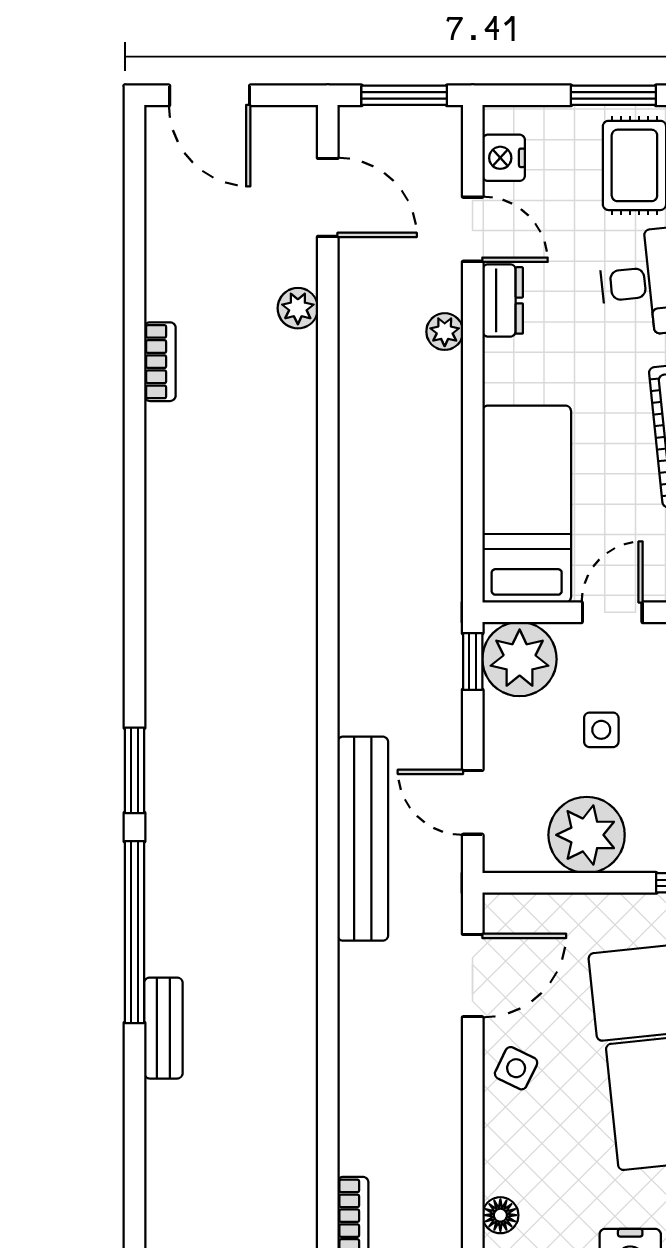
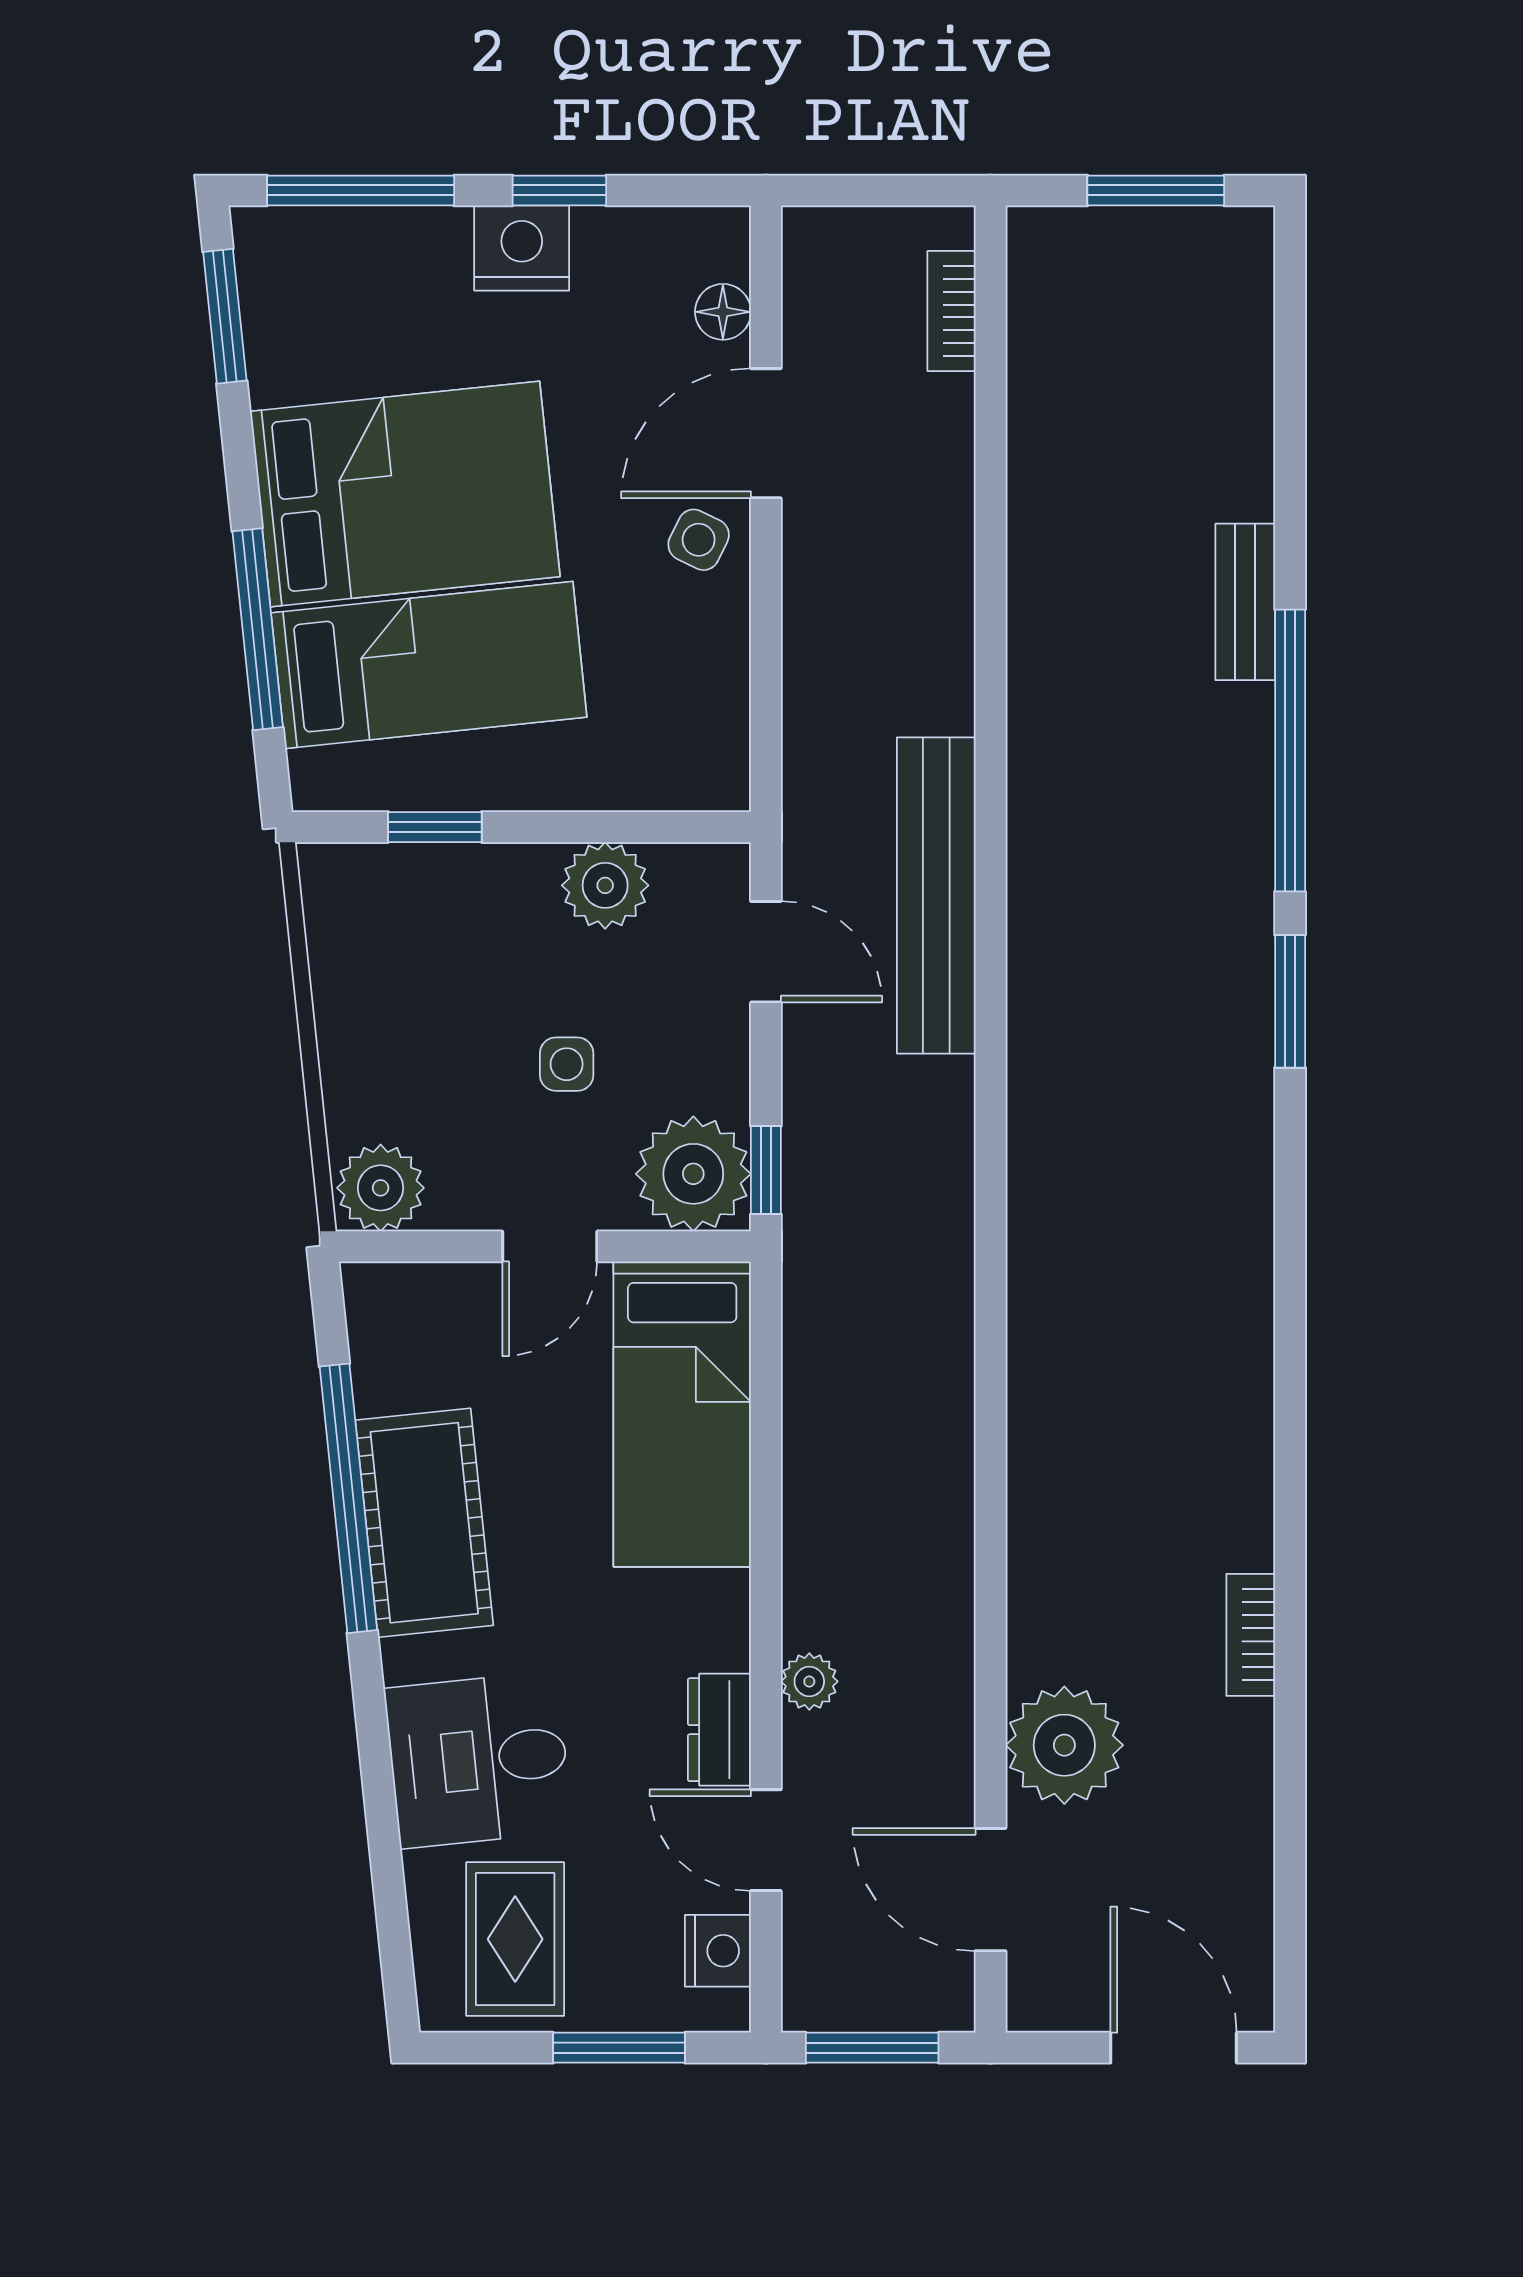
window: (613, 95) -> (619, 2048), moved
plant: (298, 308) -> (1064, 1745), width x1.88, depth x1.88
plant: (587, 835) -> (605, 885), width x0.73, depth x0.73
door: (473, 976) -> (766, 433), moved

